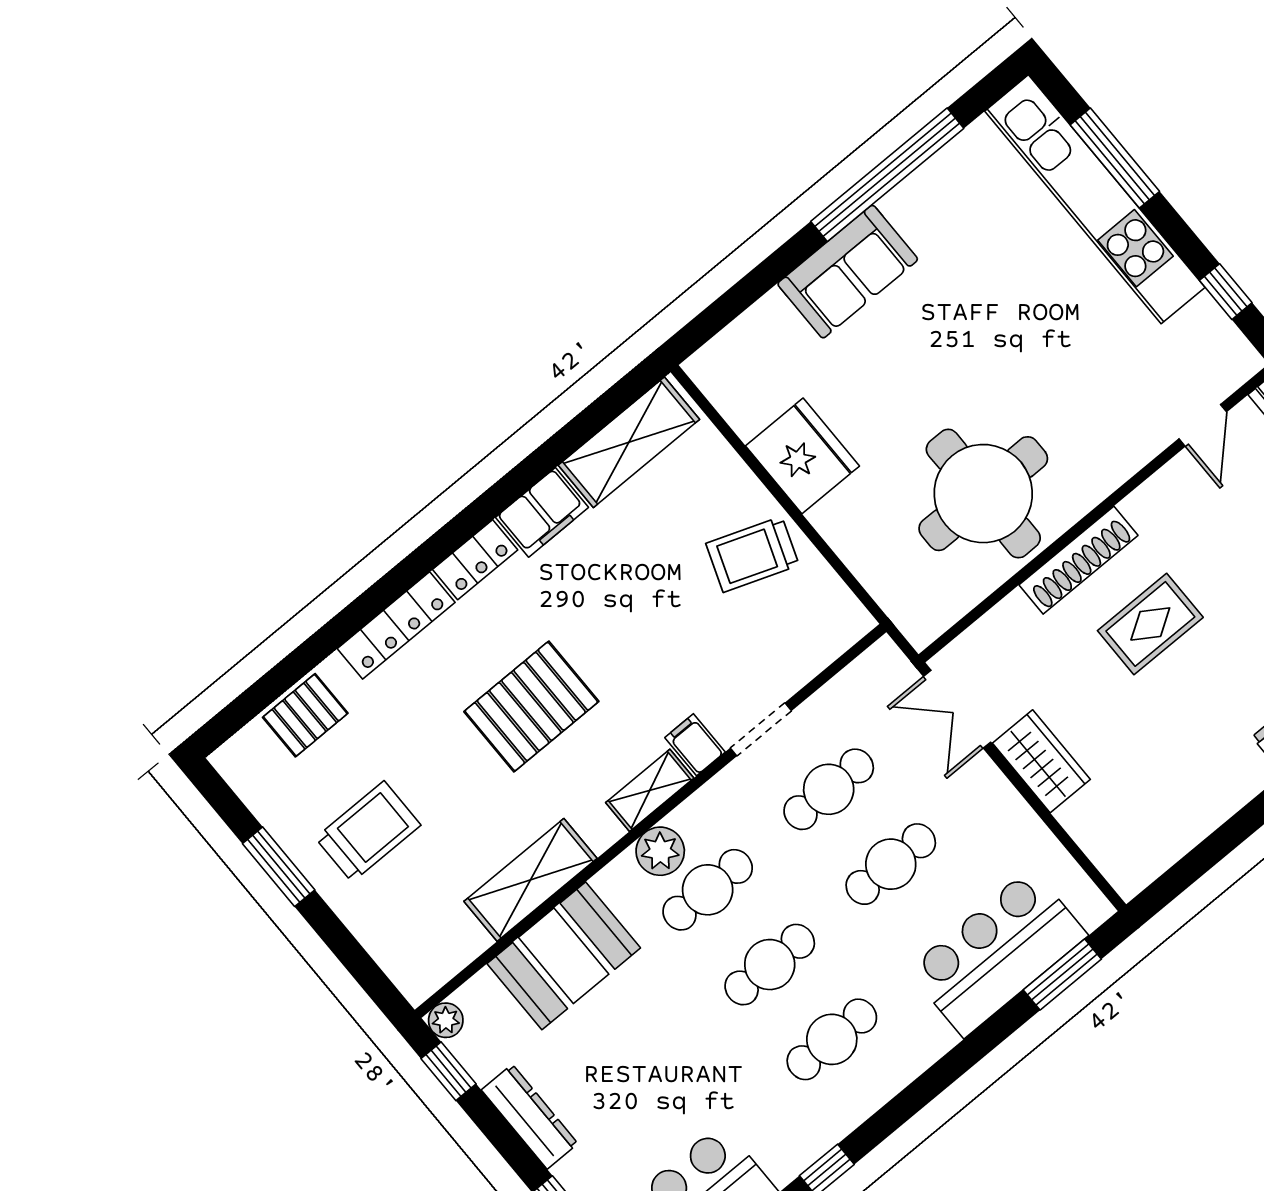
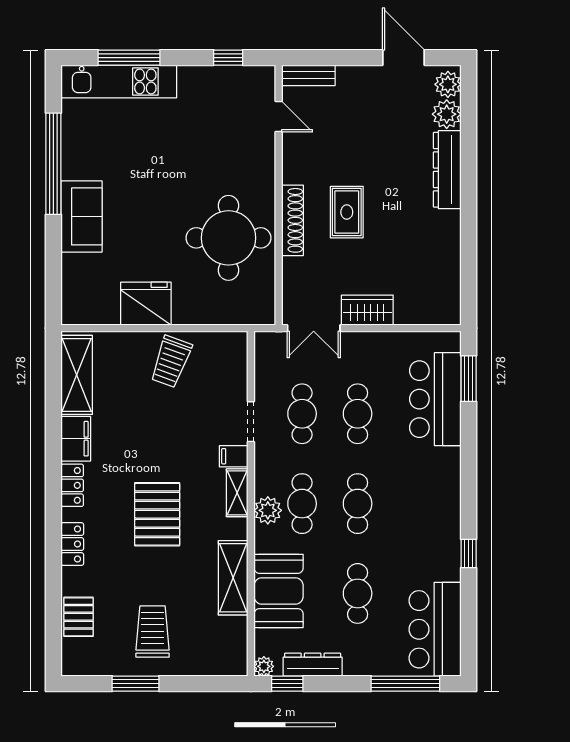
kitchen unit: (1095, 199) -> (119, 81), width x0.73
locker: (396, 625) -> (72, 544), width x0.66
cafe table: (832, 1039) -> (358, 593), moved
dresser: (530, 1117) -> (313, 665), moved

